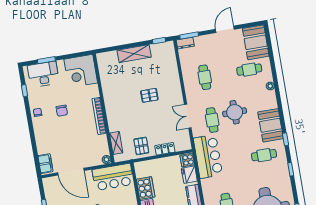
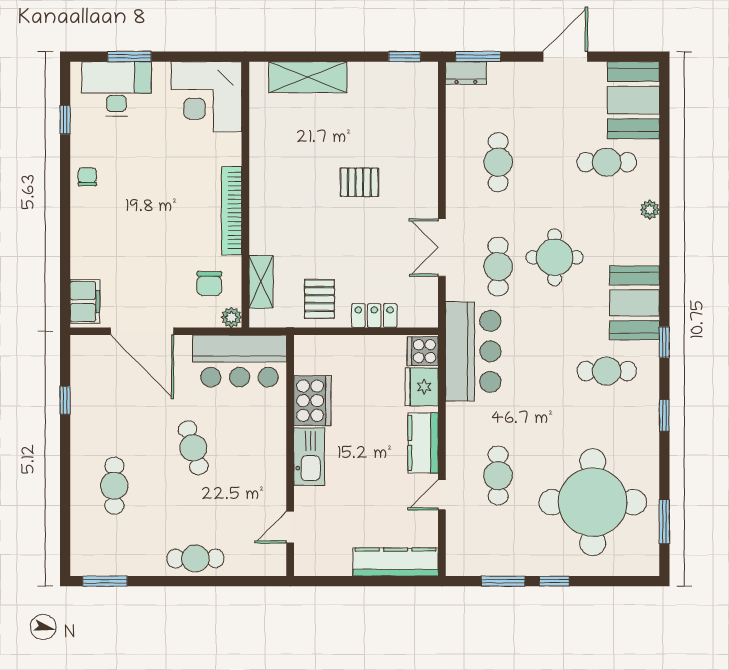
shelving: (134, 54) -> (308, 77), moved
chair: (62, 111) -> (209, 283), moved

